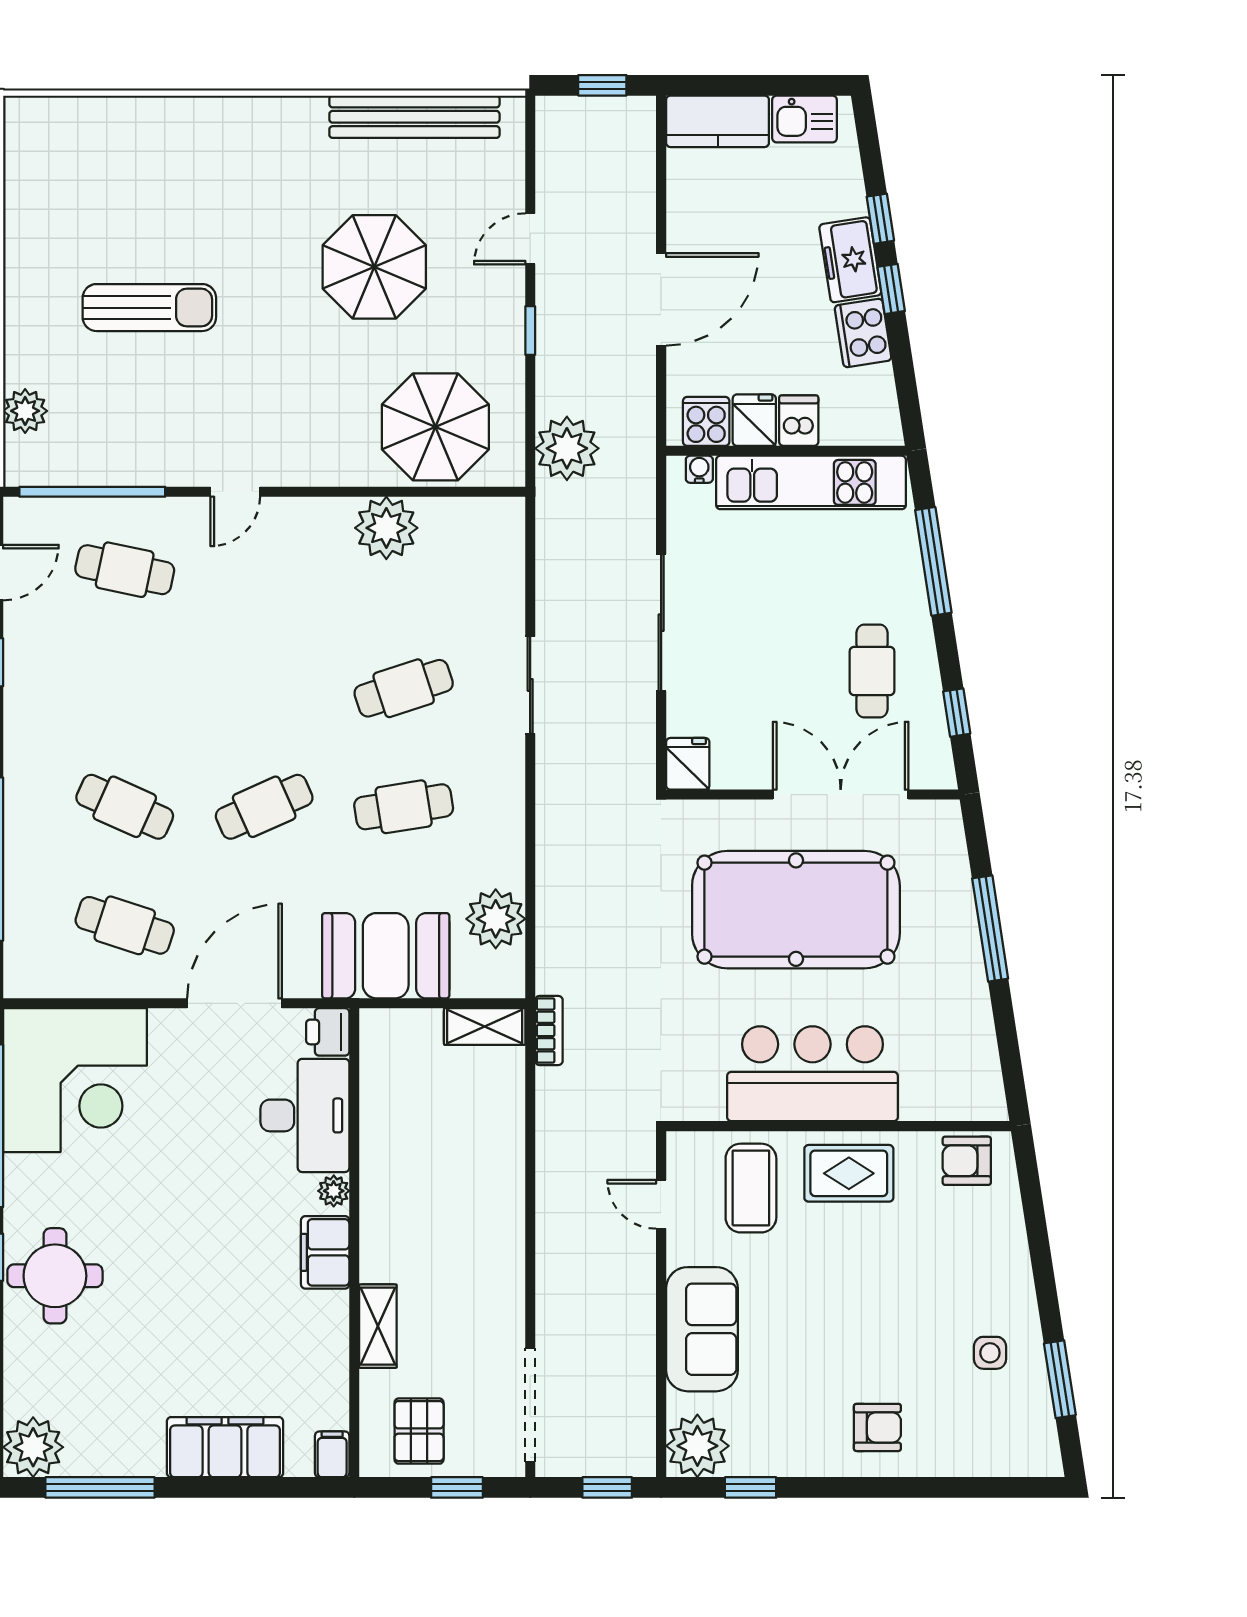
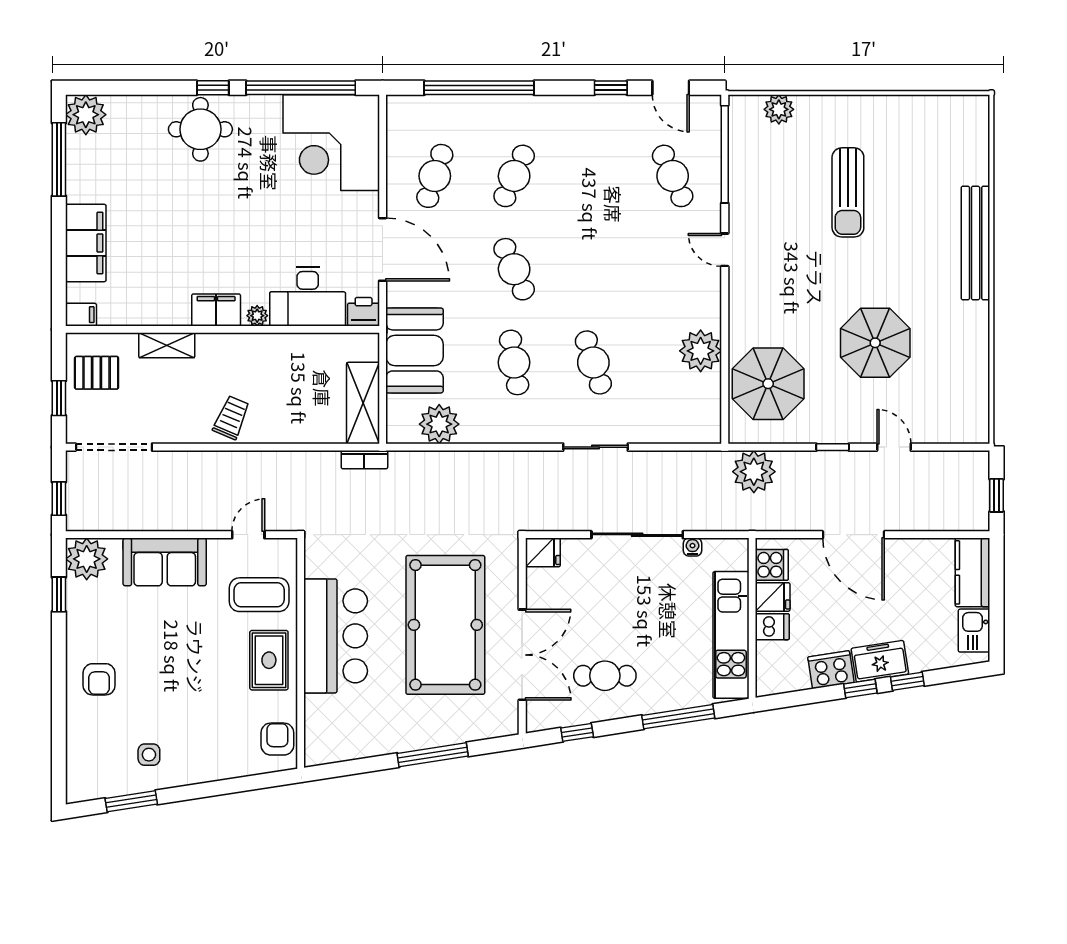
bench: (414, 117) -> (976, 243), moved
water cooler: (699, 469) -> (693, 547), moved, turned -90
cafe table: (125, 570) -> (673, 176), turned -36
shelving: (485, 1027) -> (363, 403), width x1.50, depth x1.33
trolley: (486, 1230) -> (231, 418), added

